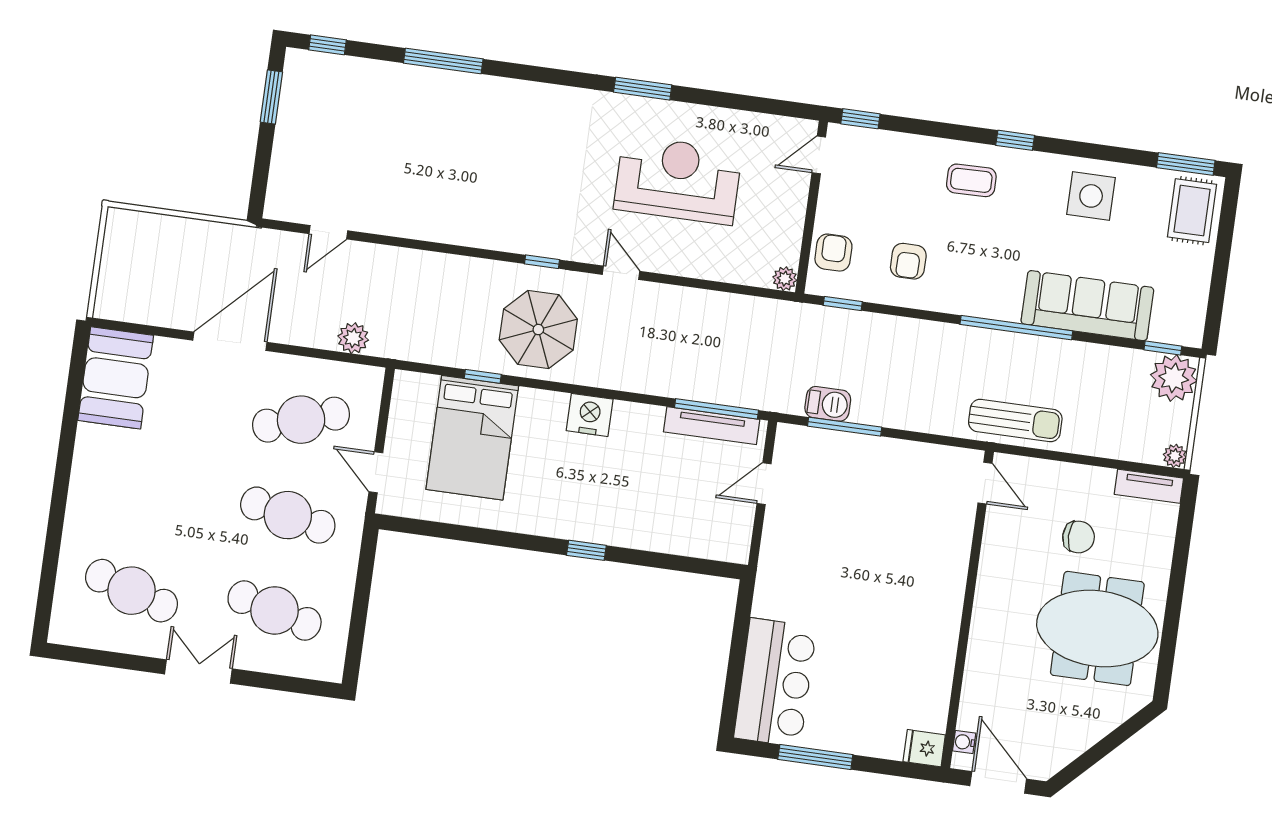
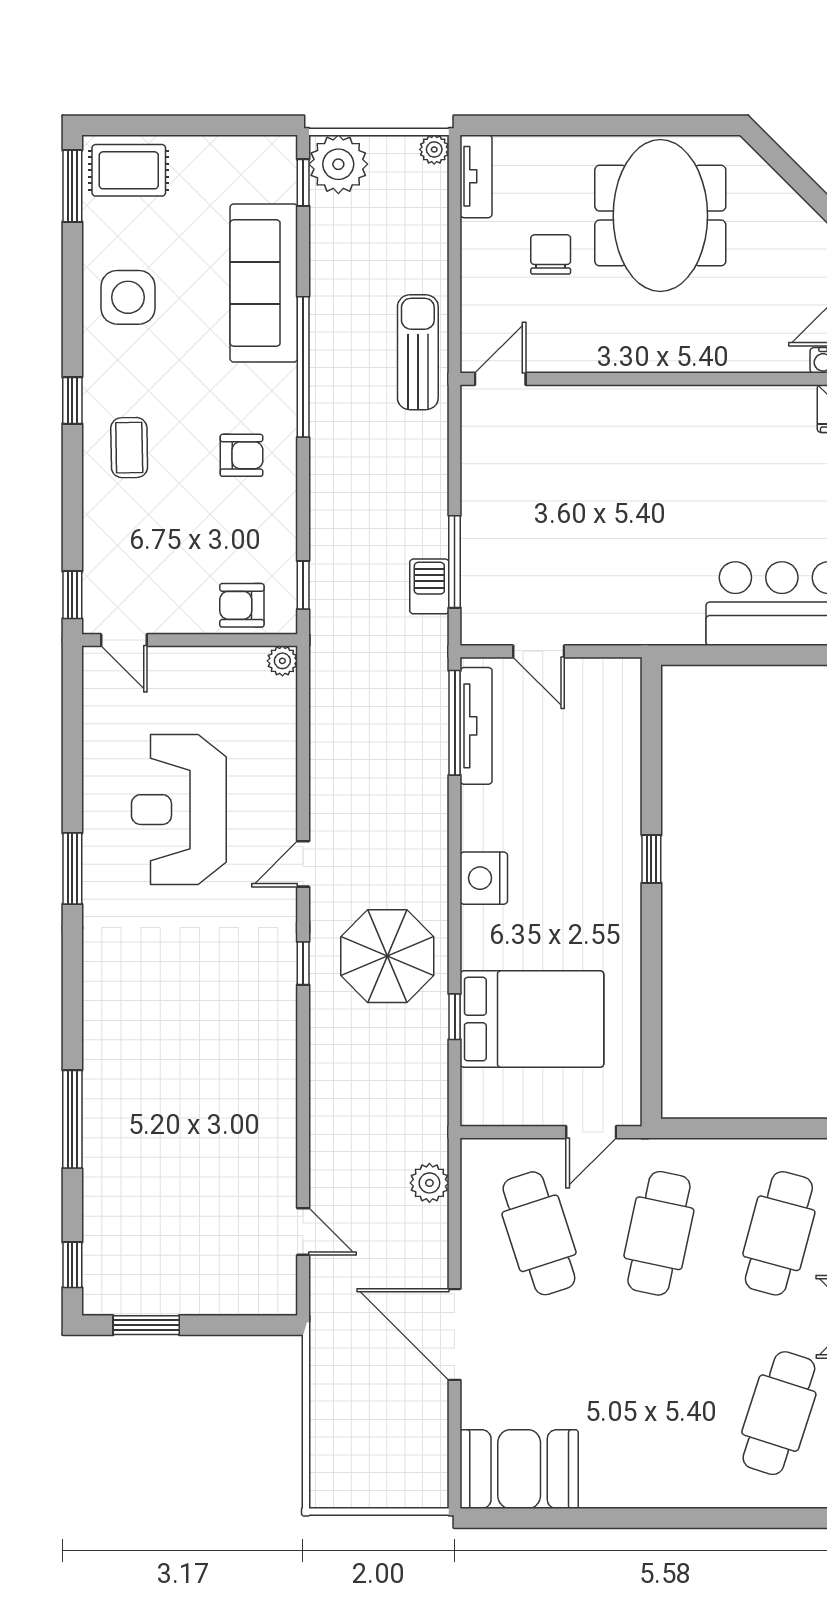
armchair: (908, 261) -> (241, 455), moved

